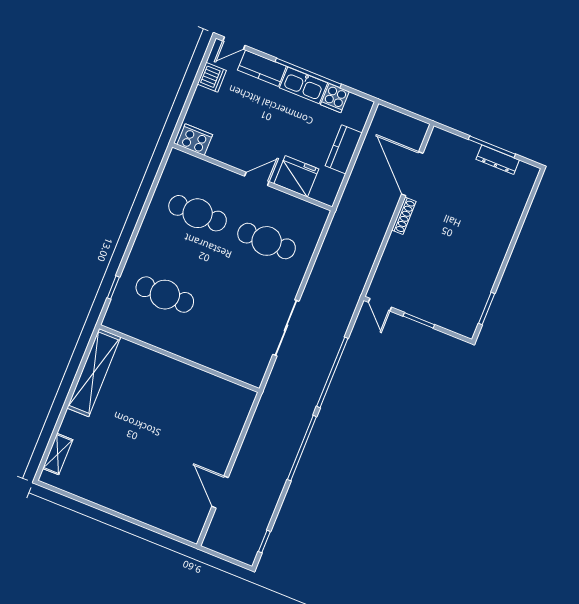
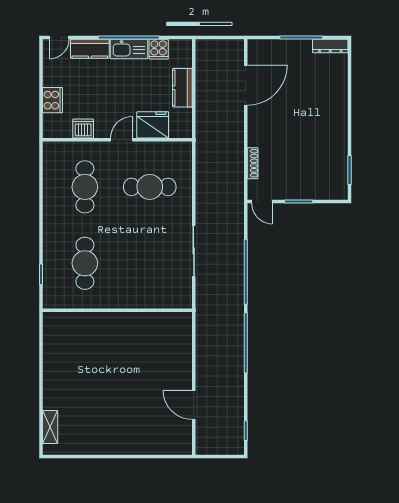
dishwasher: (212, 77) -> (83, 129), moved, turned -90
cooker: (195, 140) -> (53, 100), moved, turned 90
dresser: (498, 160) -> (330, 46), moved
door: (412, 174) -> (246, 85), swing flipped
cafe table: (198, 213) -> (85, 187), turned 90
shoe rack: (404, 216) -> (253, 163), moved
cafe table: (165, 295) -> (85, 263), turned 90
shelving: (94, 373) -> (53, 349), removed

